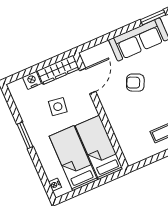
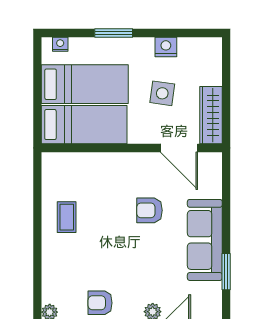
nightstand: (32, 80) -> (166, 47), moved, turned -90
armchair: (135, 83) -> (149, 210), turned -114
window: (25, 135) -> (114, 33), moved

